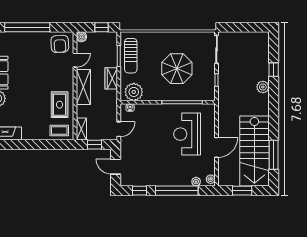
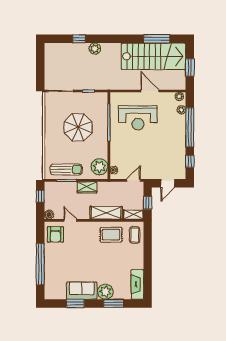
armchair: (60, 44) -> (55, 234), turned 93
shelving: (83, 87) -> (106, 213), moved
door: (119, 129) -> (133, 180), hinge flipped

